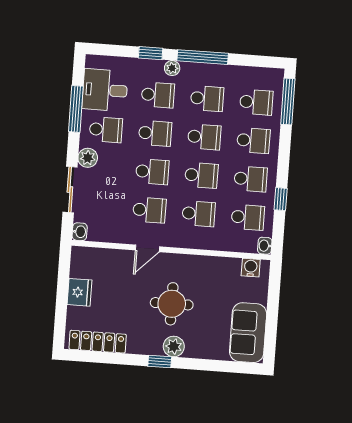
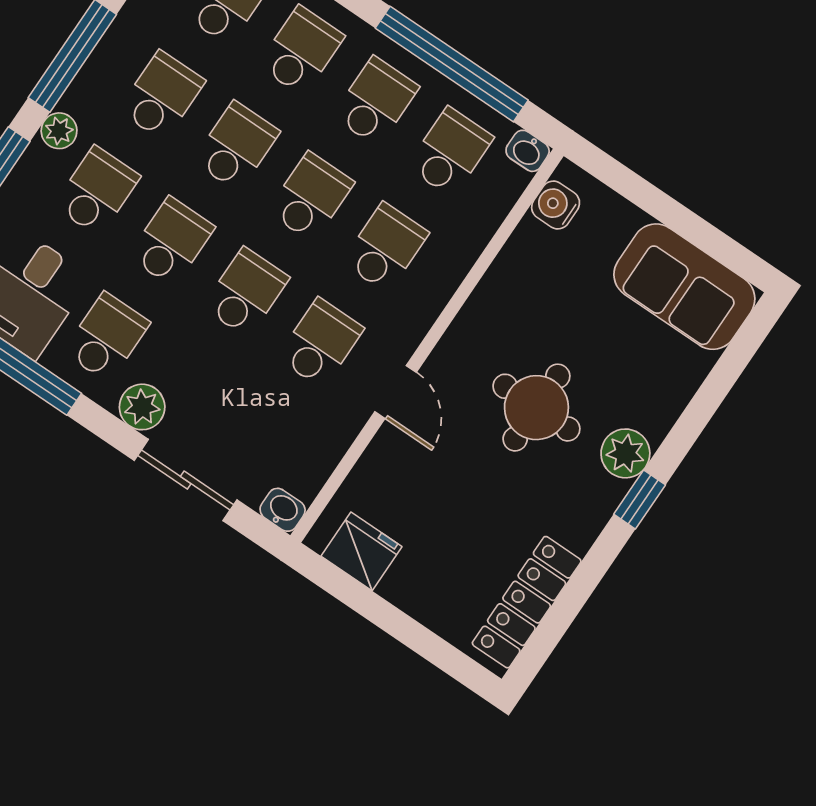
window: (281, 199) -> (452, 64), width x3.17
fridge: (79, 292) -> (362, 551), moved

